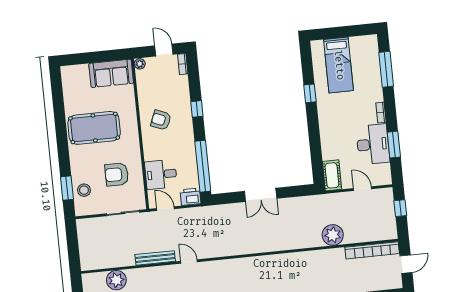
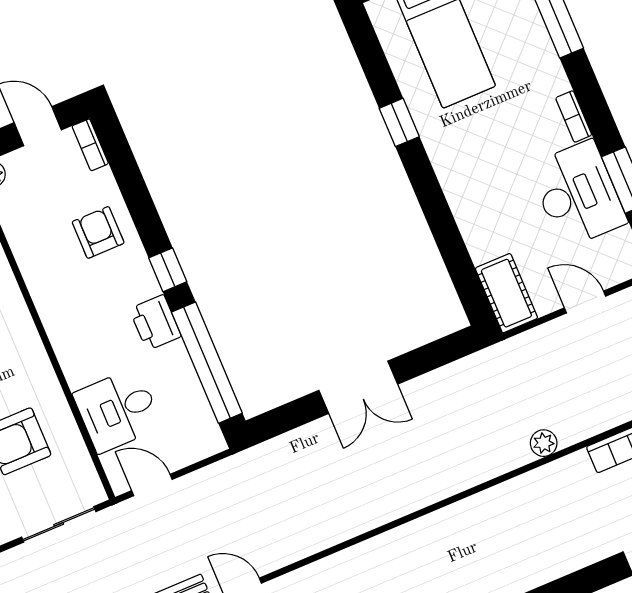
window: (197, 109) -> (168, 270), moved
armchair: (161, 120) -> (98, 232), moved, turned 68
printer: (190, 197) -> (155, 323), moved, turned -90
plant: (333, 235) -> (544, 443), width x0.53, depth x0.53

